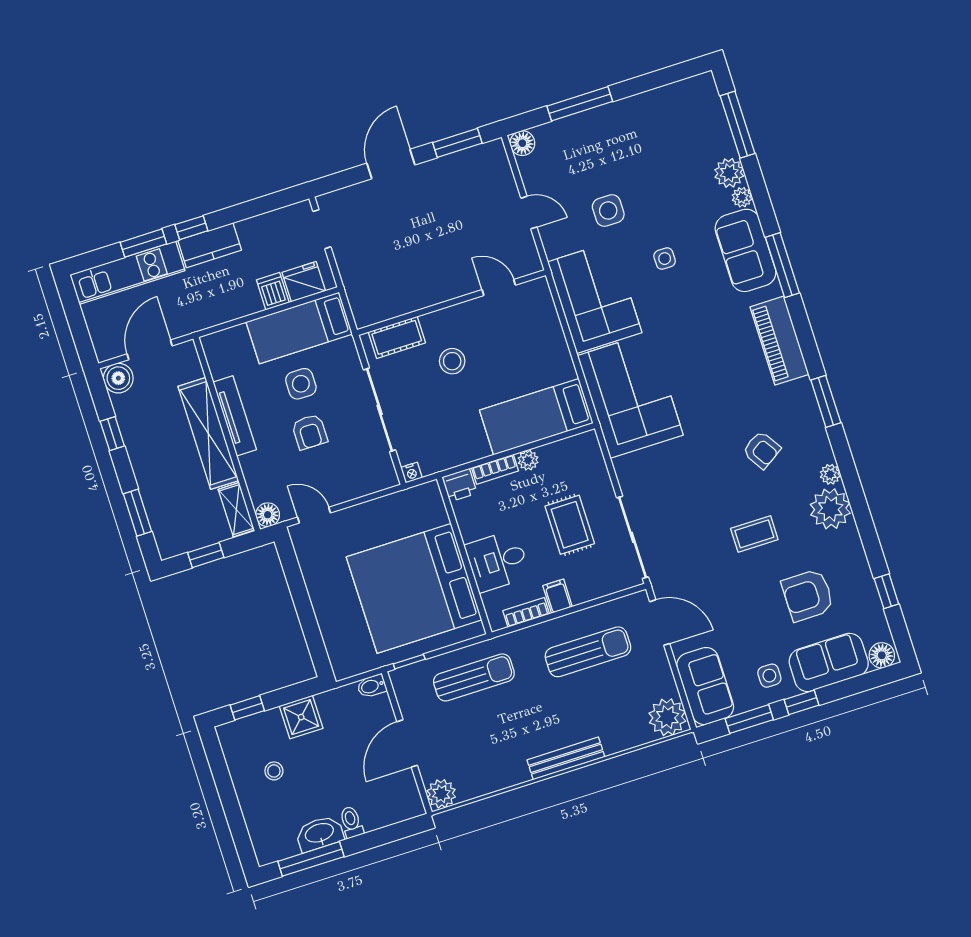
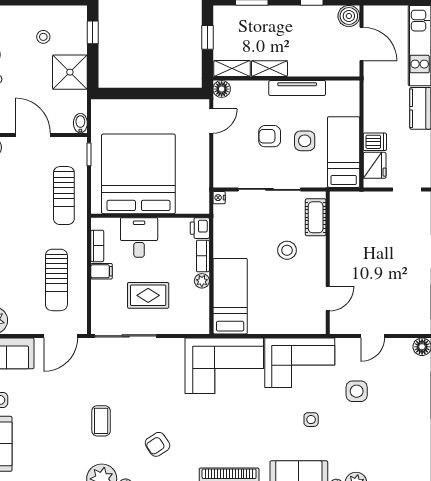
shelving: (208, 433) -> (269, 69), width x0.45, depth x0.75
armchair: (808, 595) -> (47, 444), removed
shower: (301, 717) -> (70, 72), width x1.36, depth x1.36

